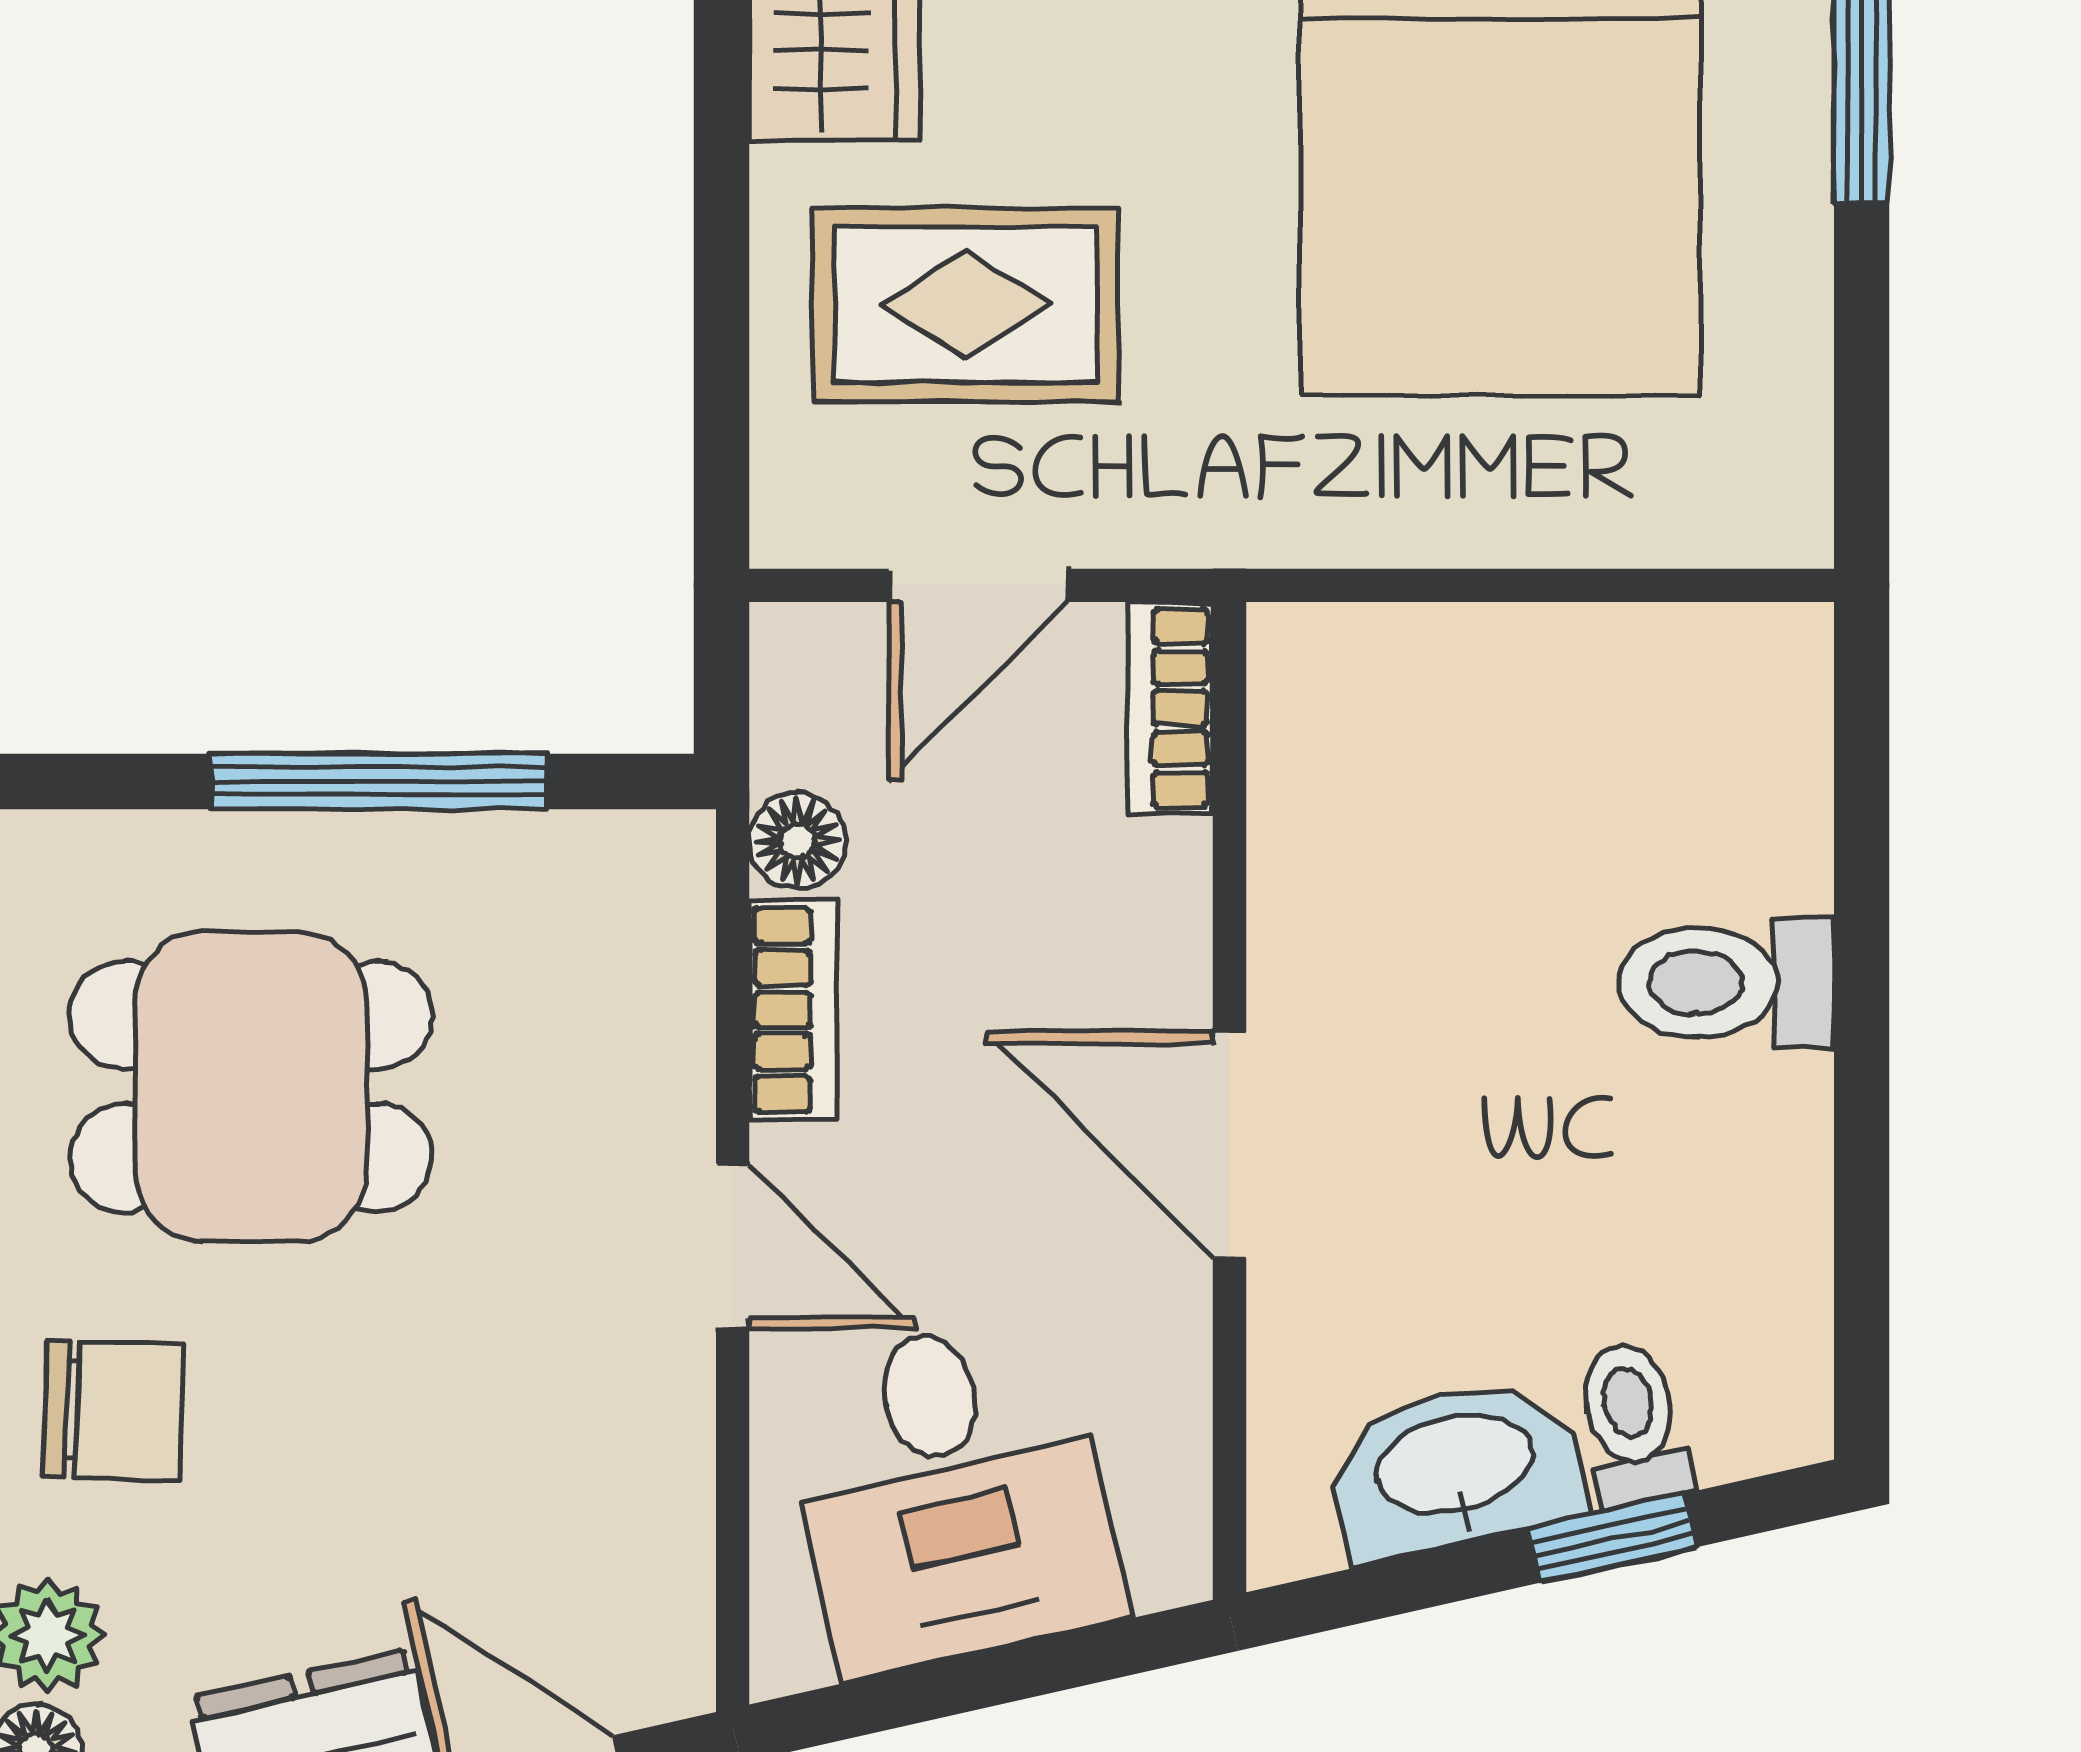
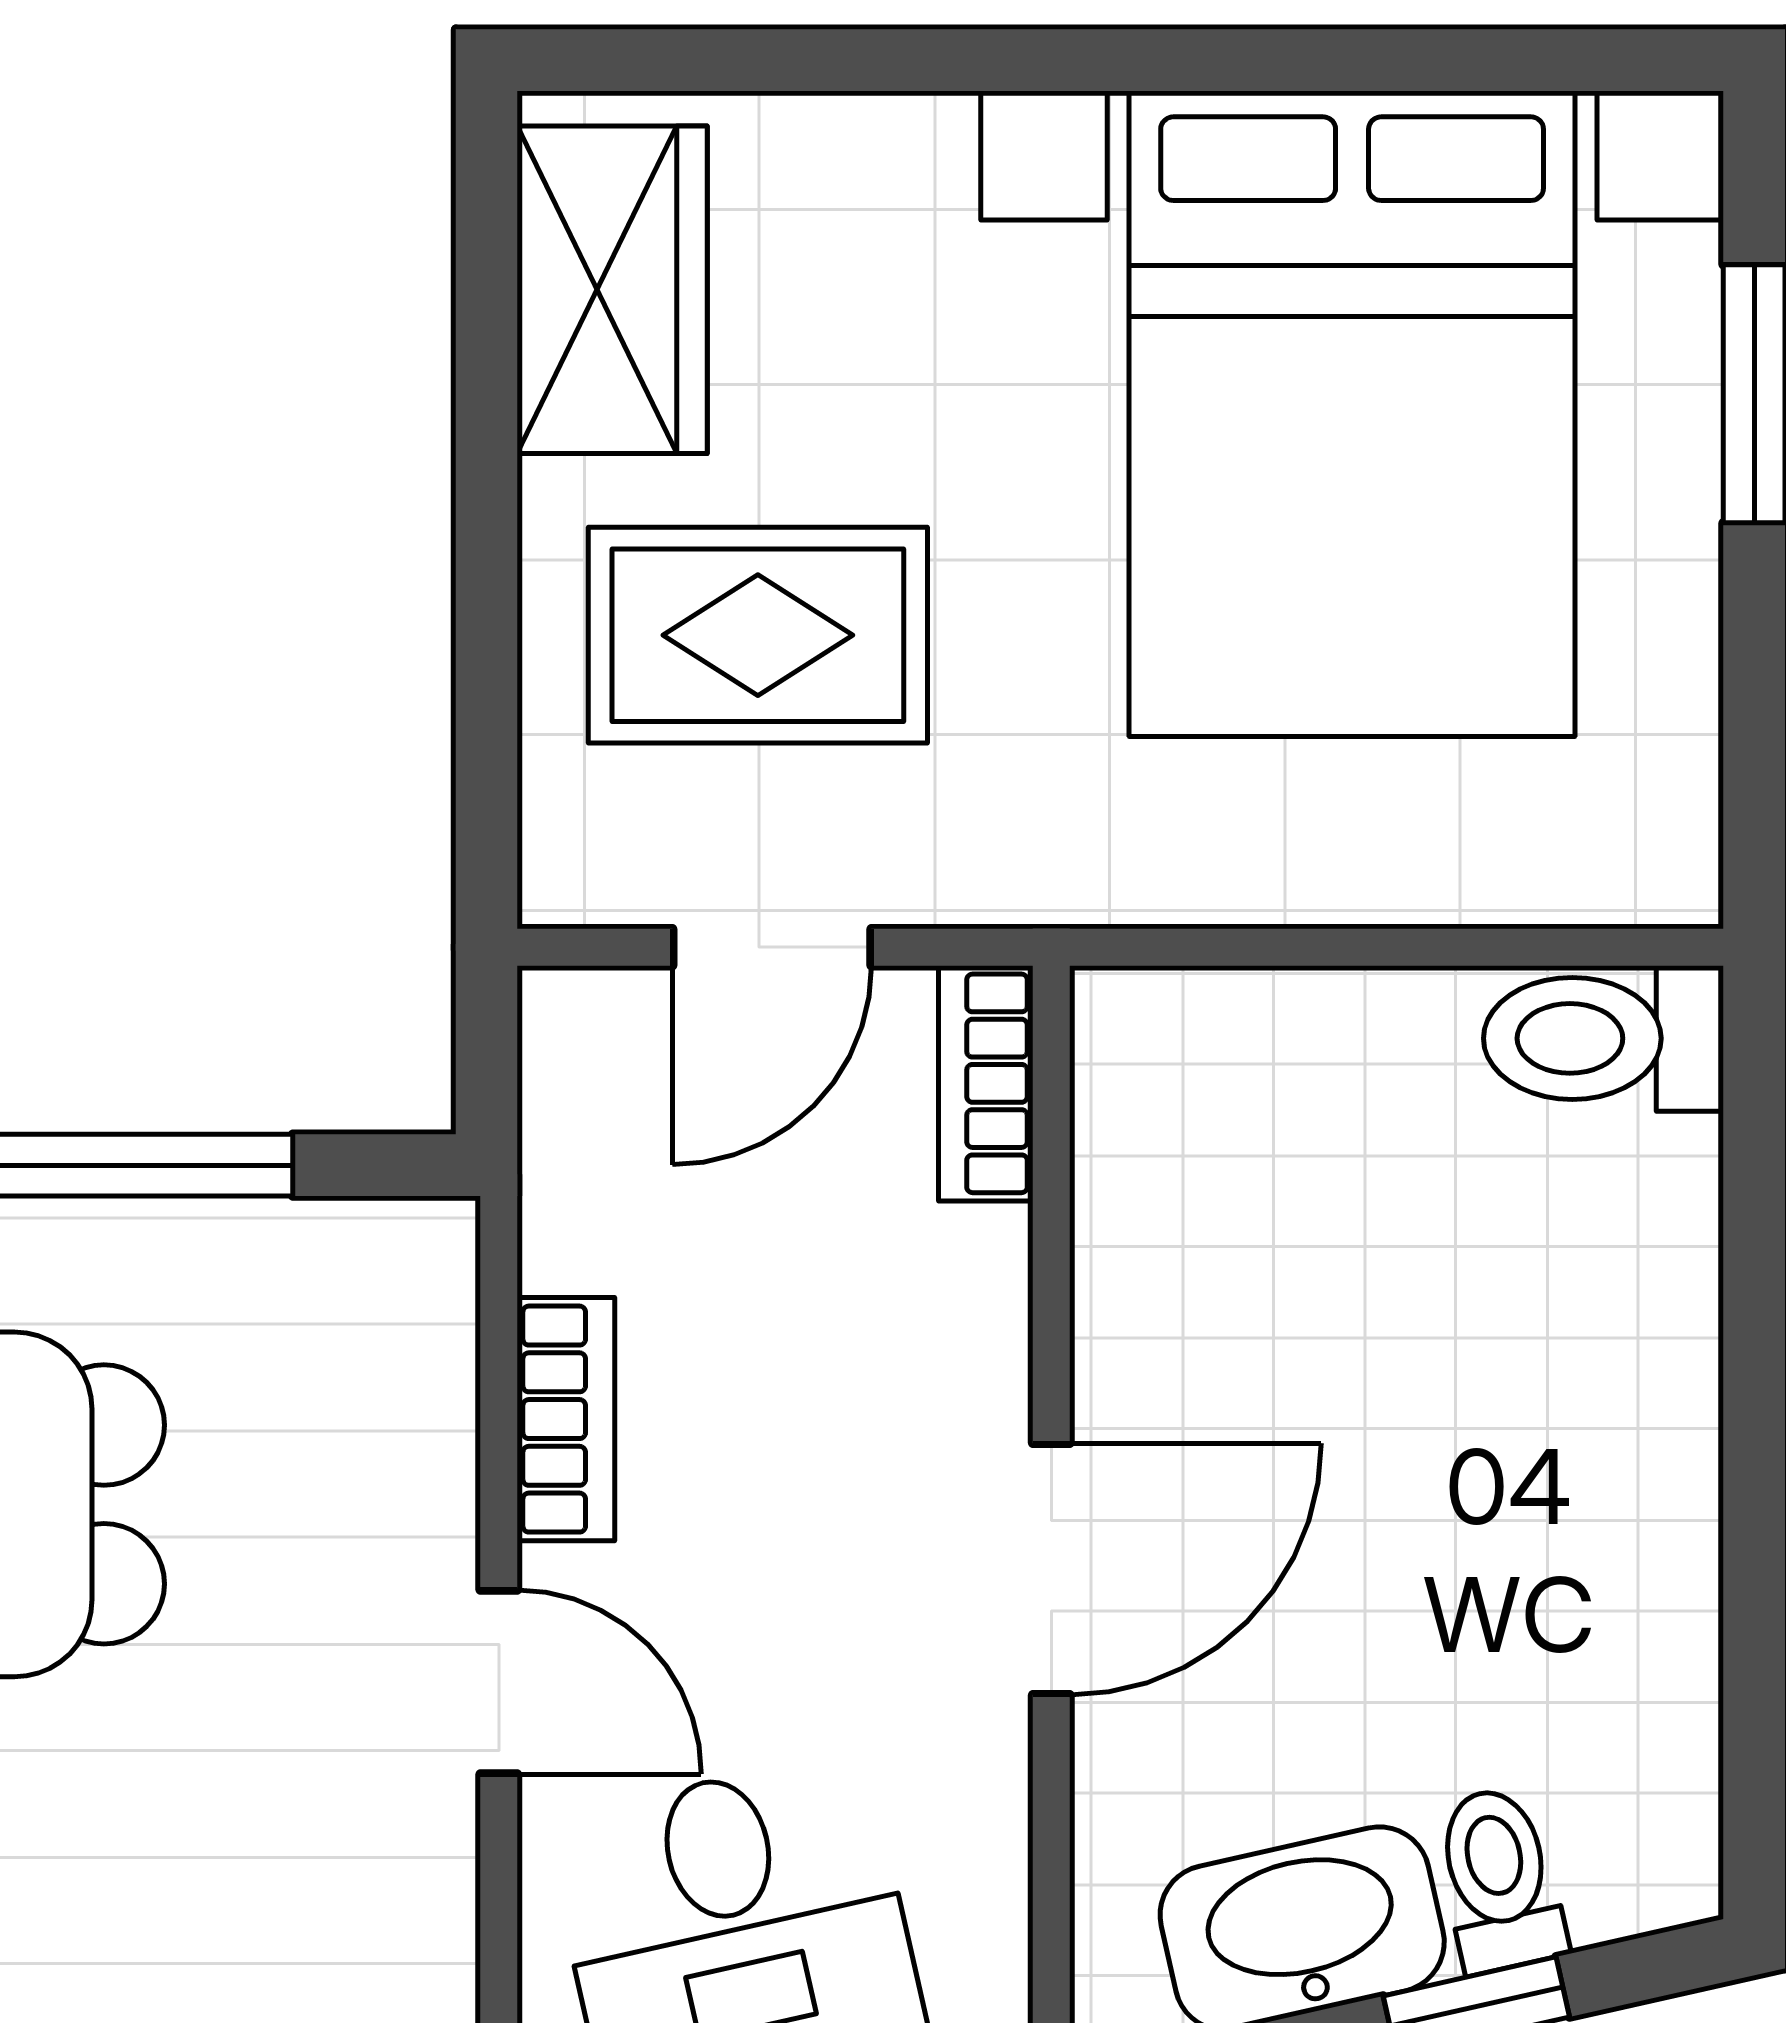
floor lamp: (797, 841) -> (571, 1231), removed
toilet: (1726, 983) -> (1604, 1038), moved
door: (1229, 1145) -> (1051, 1569), swing flipped

